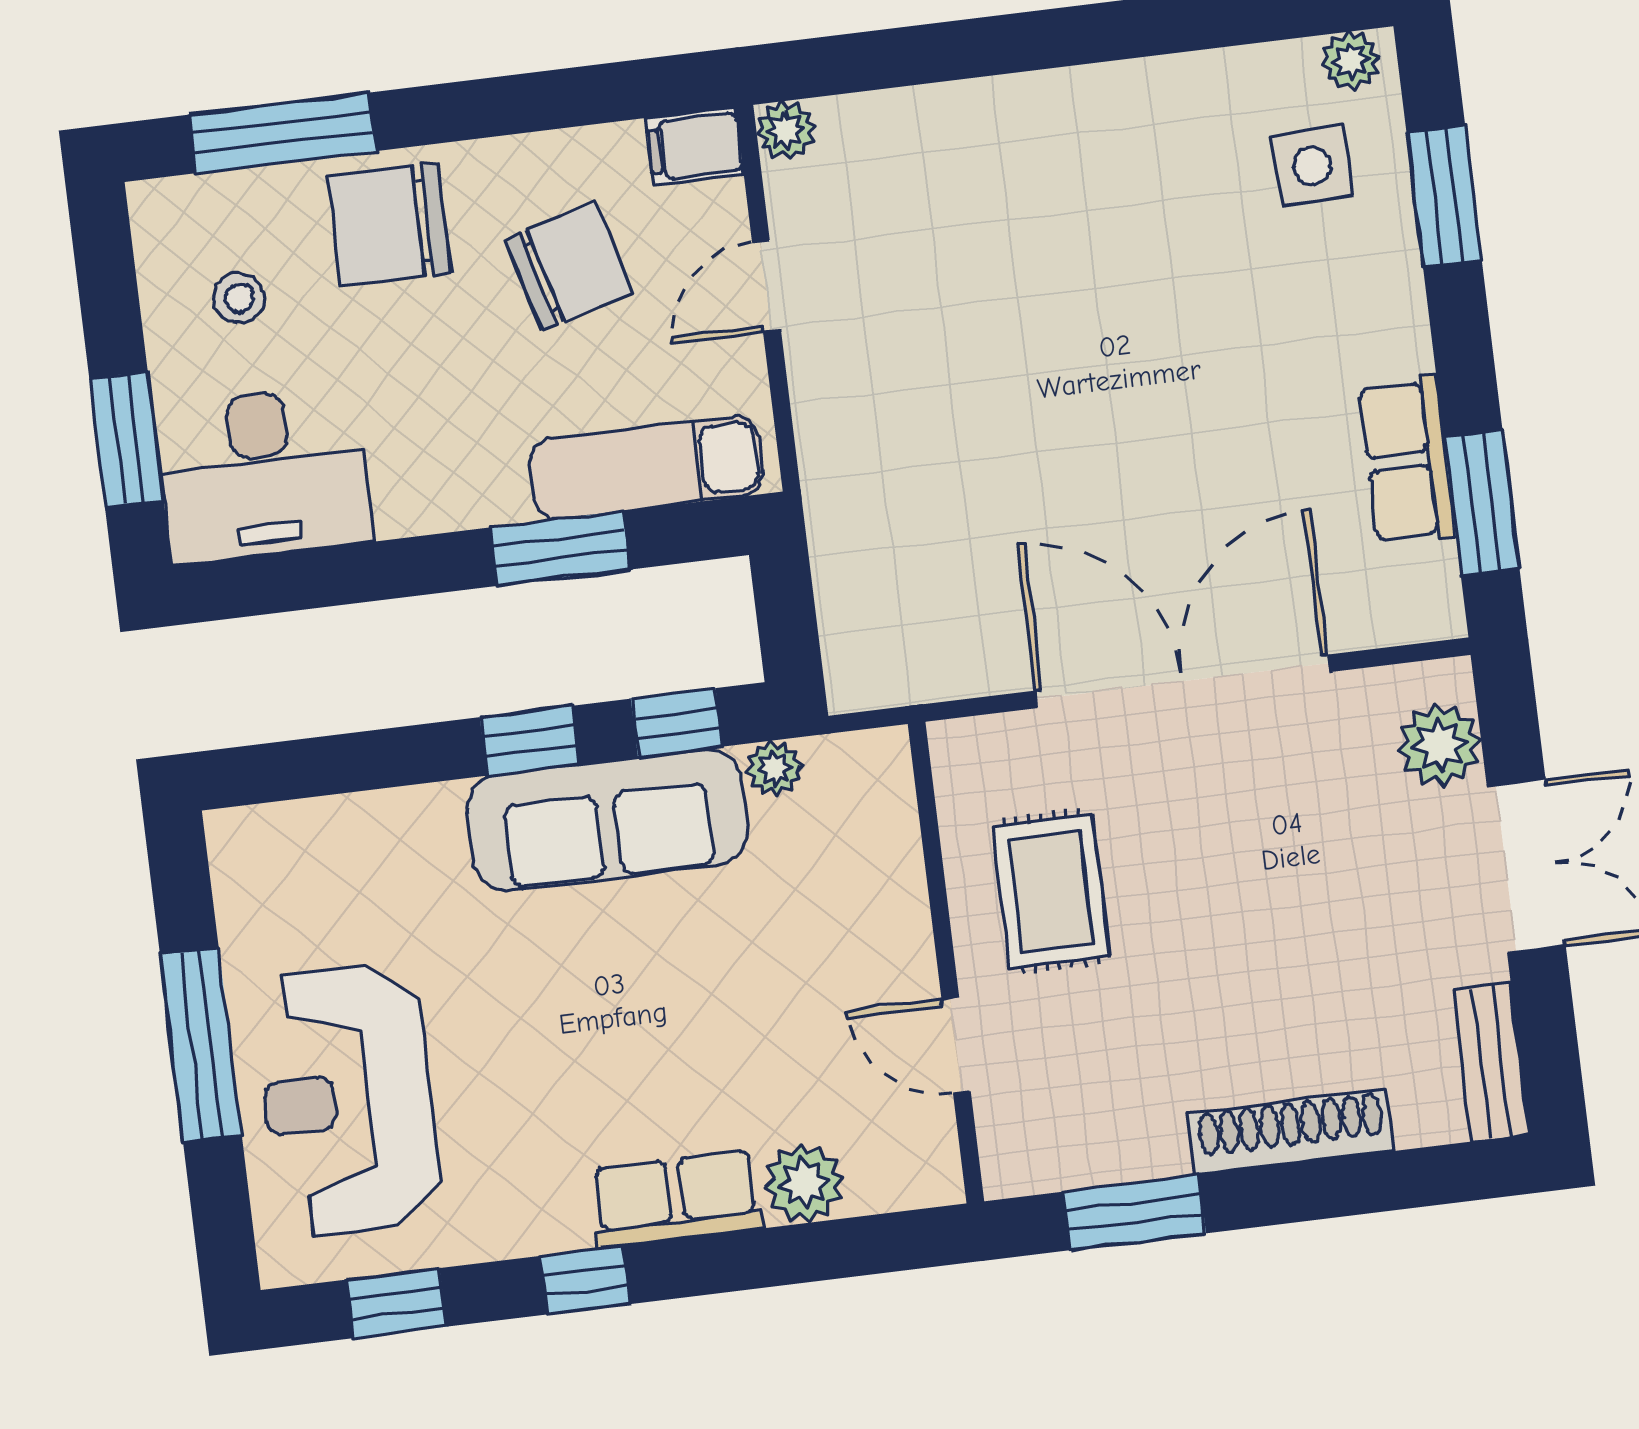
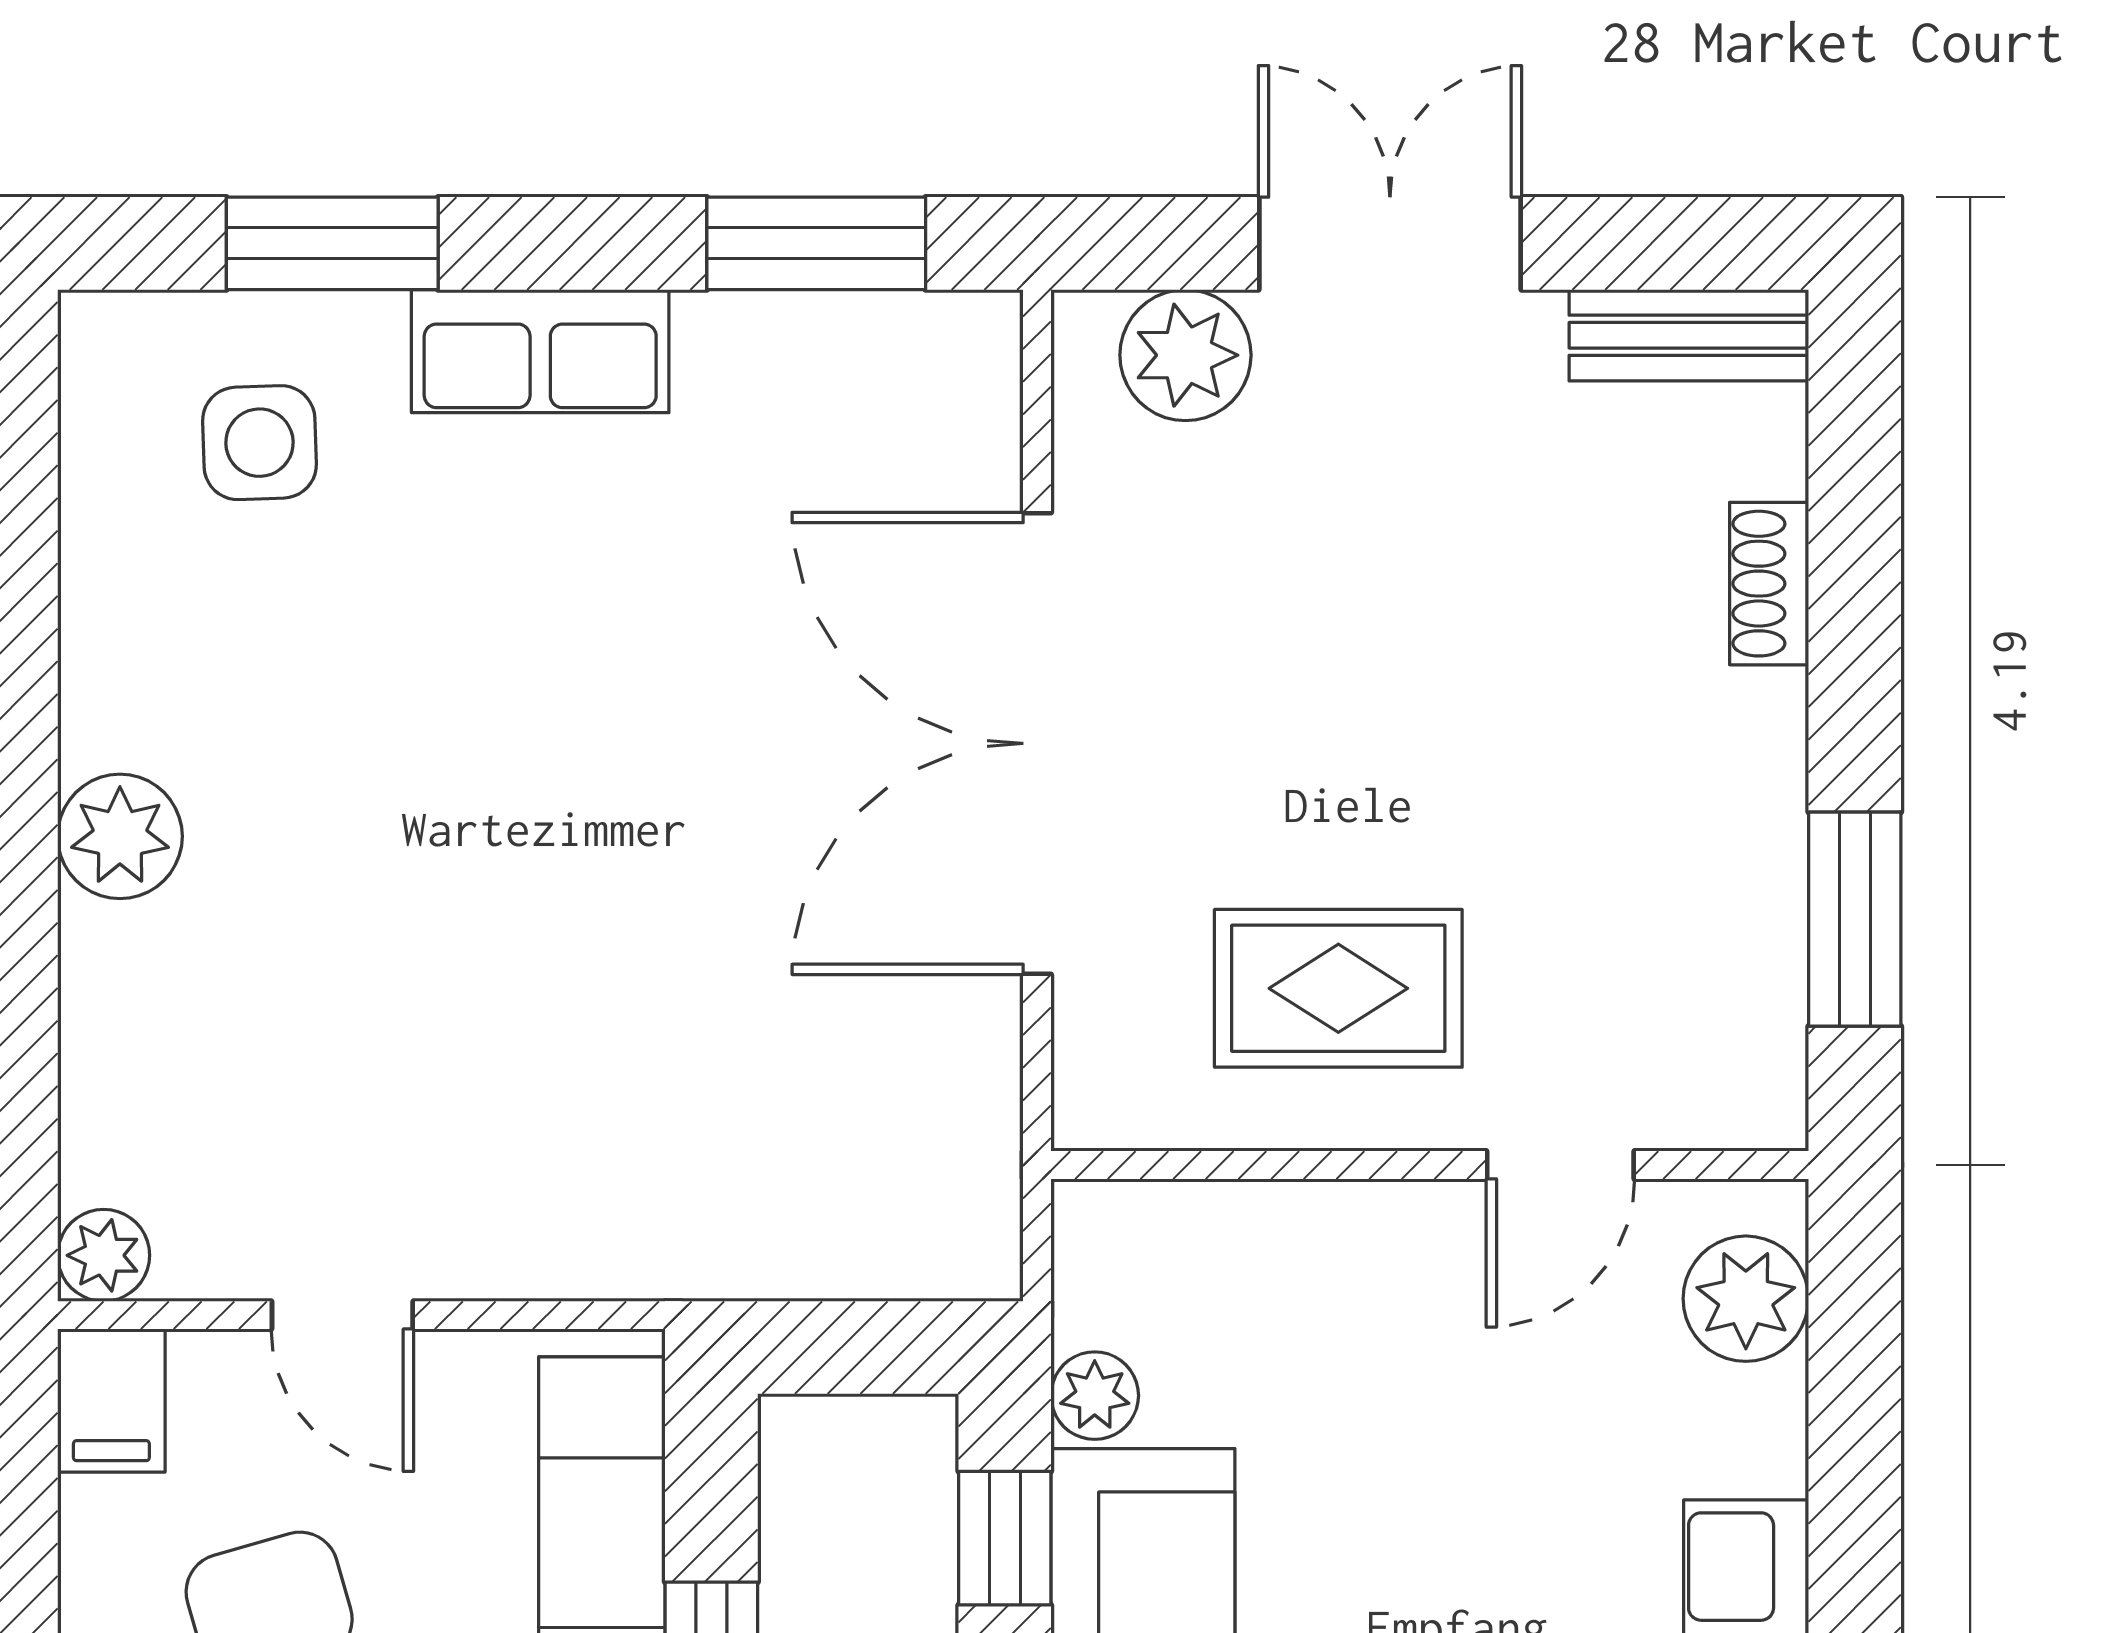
plant: (1351, 61) -> (120, 836), moved, width x1.38, depth x1.38
row of seats: (1407, 460) -> (540, 351), moved
shoe rack: (1291, 1132) -> (1769, 584), width x0.51, depth x0.81
plant: (804, 1183) -> (1746, 1299), moved

